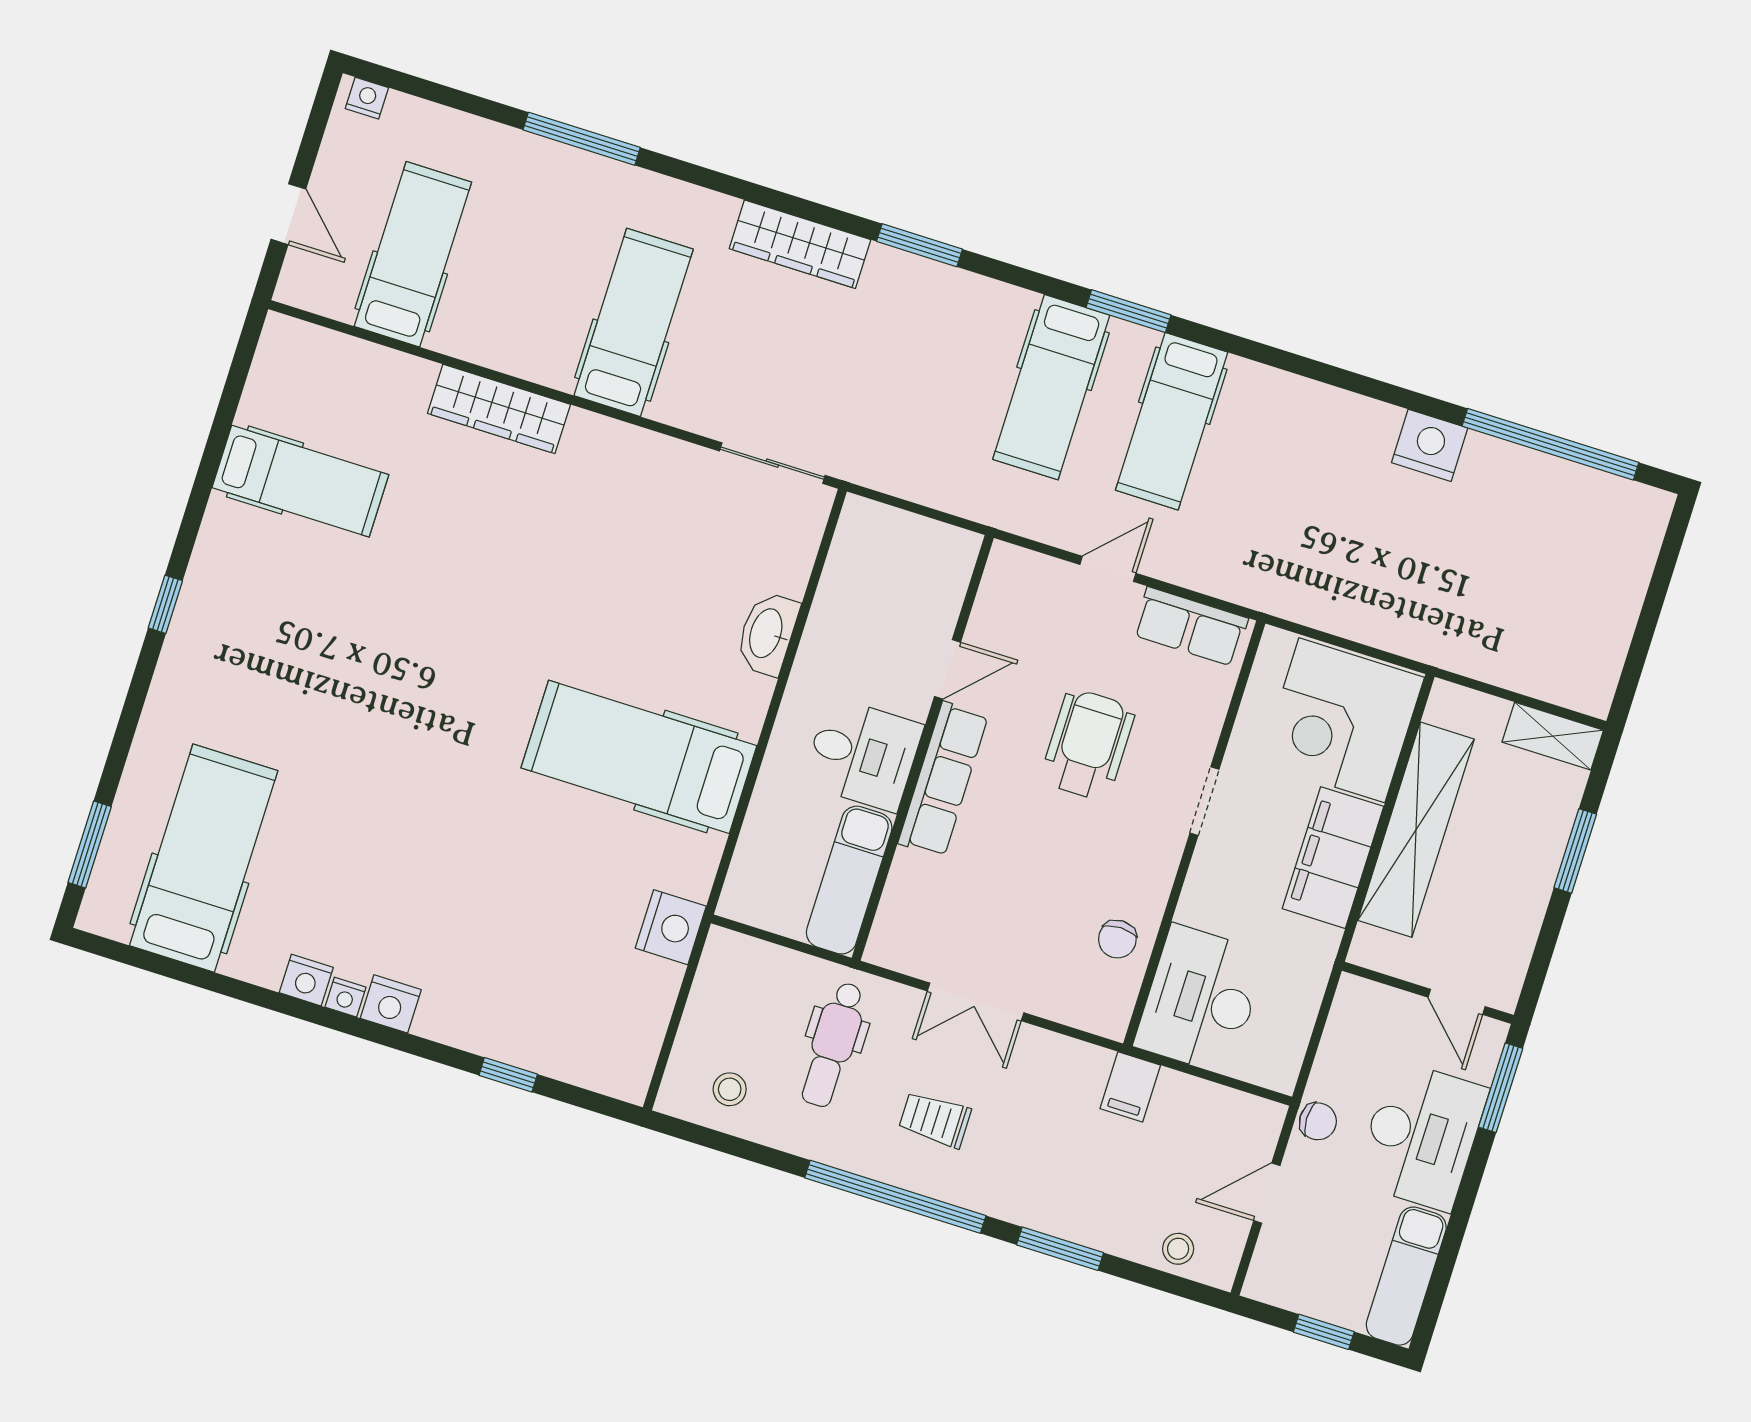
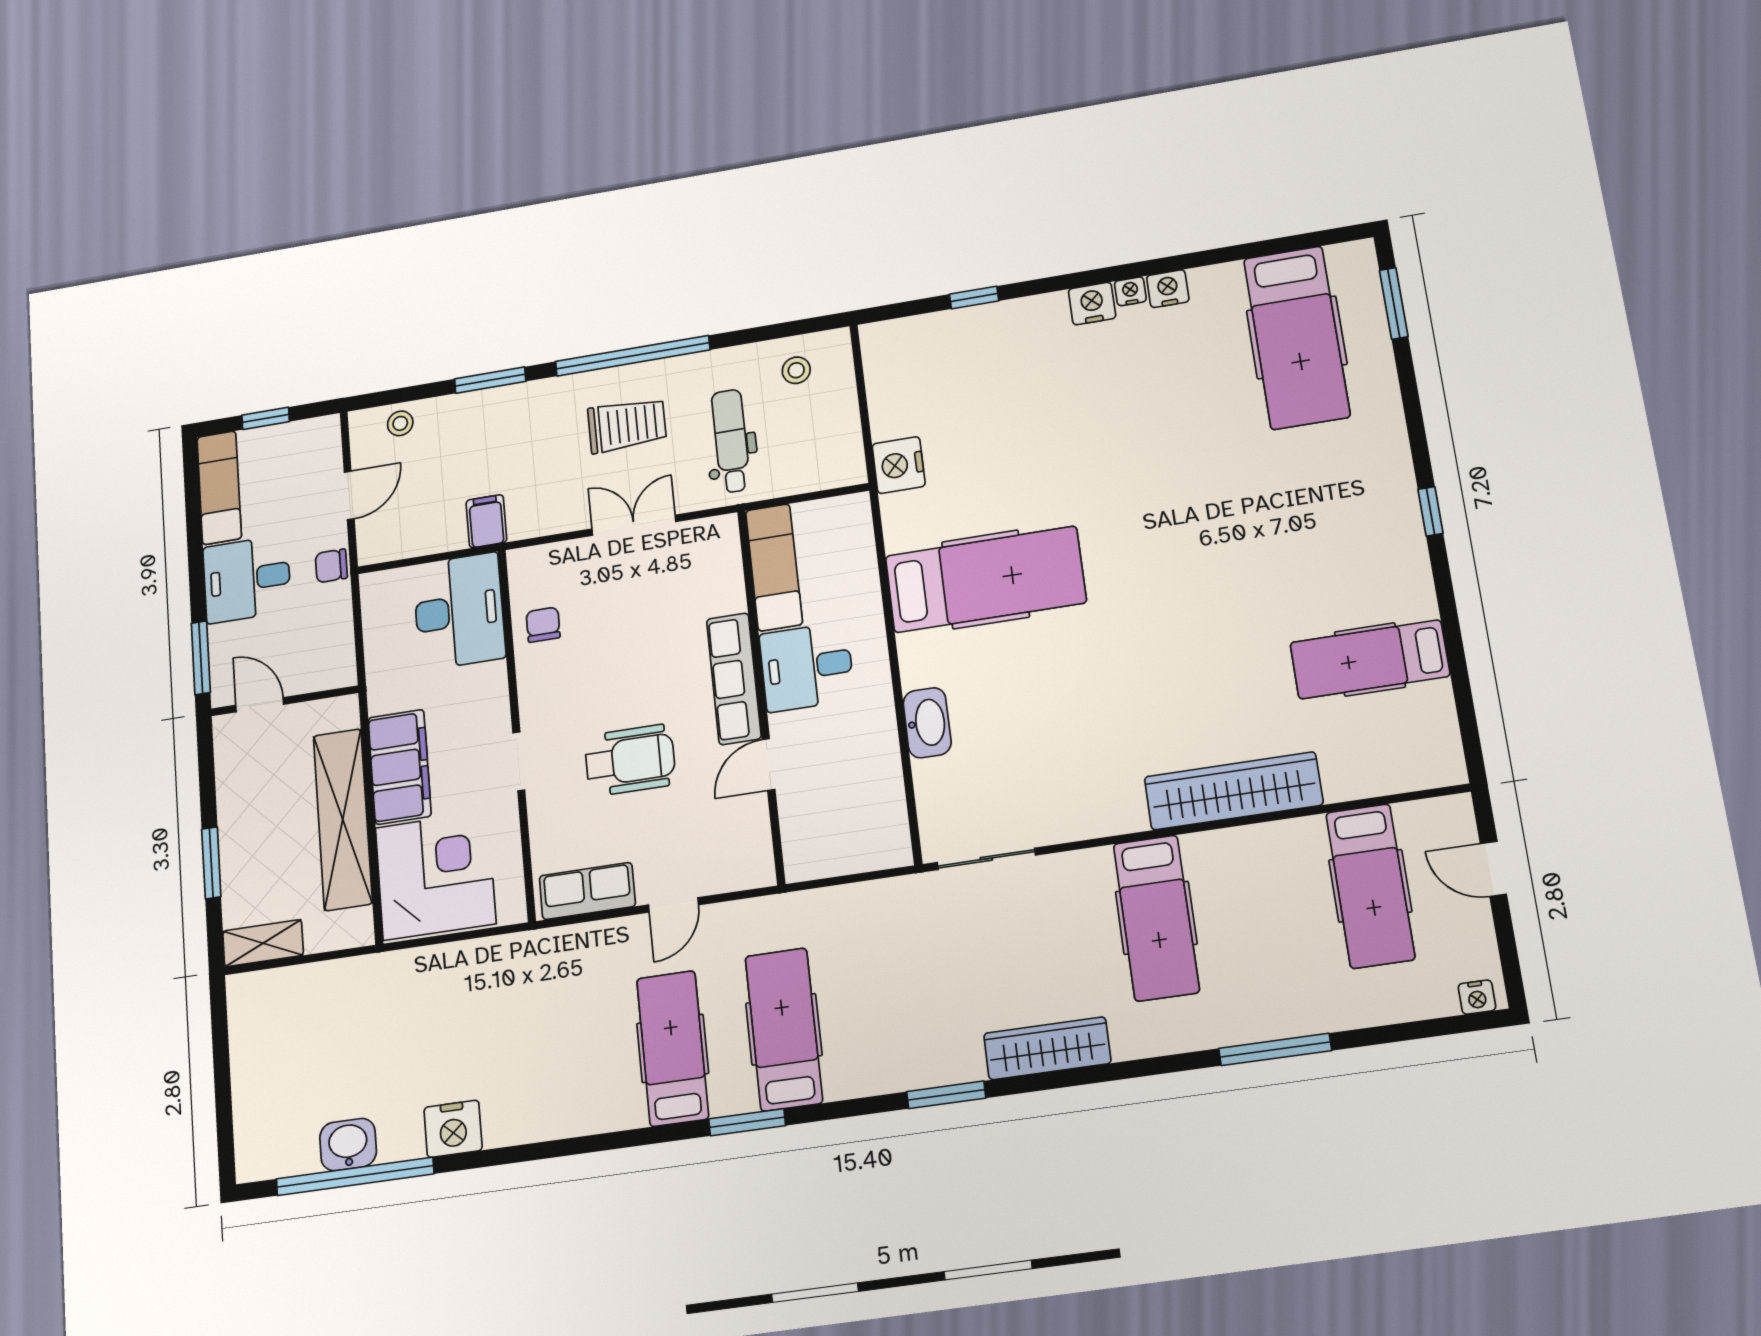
wardrobe: (499, 409) -> (1233, 791), width x1.40, depth x1.17
washbasin: (1545, 480) -> (348, 1145), added
wheelchair: (1088, 745) -> (630, 760), turned -90
trolley: (935, 1120) -> (627, 425), width x1.36, depth x1.39
desk: (1421, 1136) -> (247, 579), width x0.73

